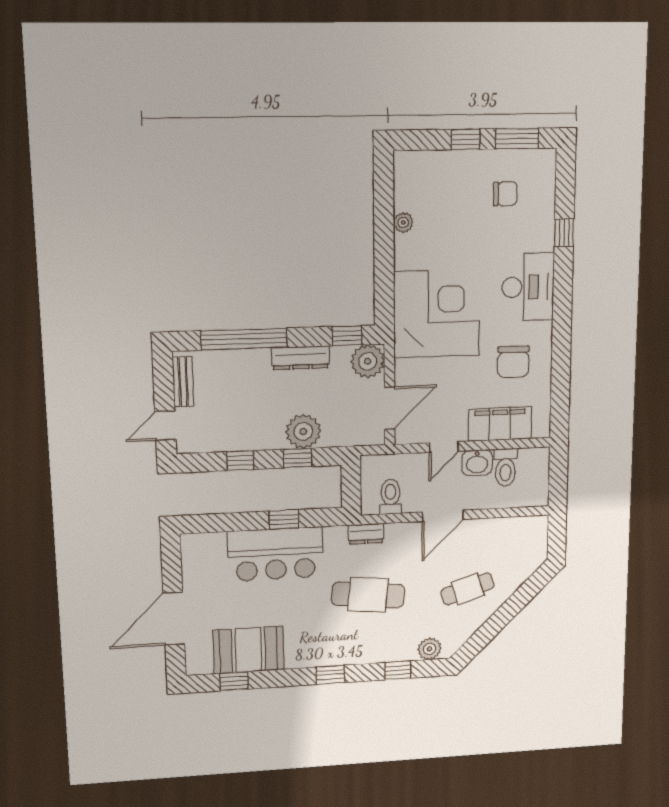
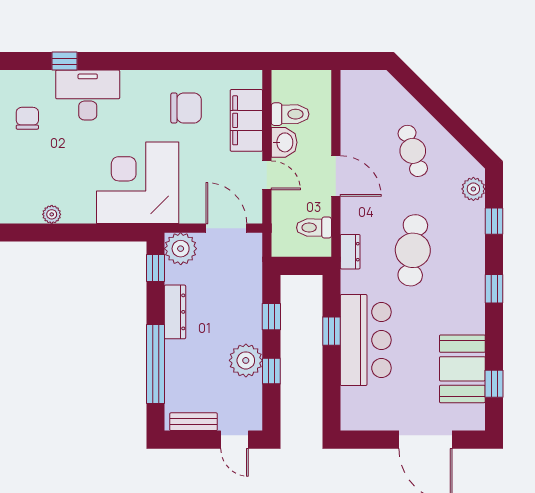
desk: (528, 287) -> (88, 95), moved
plant: (303, 432) -> (246, 360), moved

